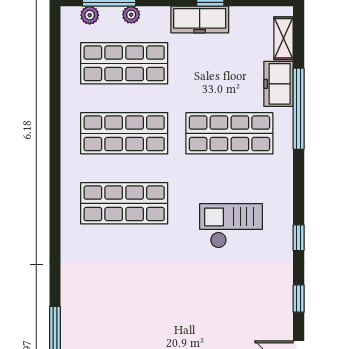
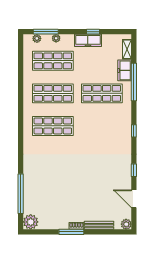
checkout: (231, 226) -> (103, 136), removed
window: (299, 238) -> (134, 131), moved

